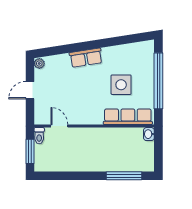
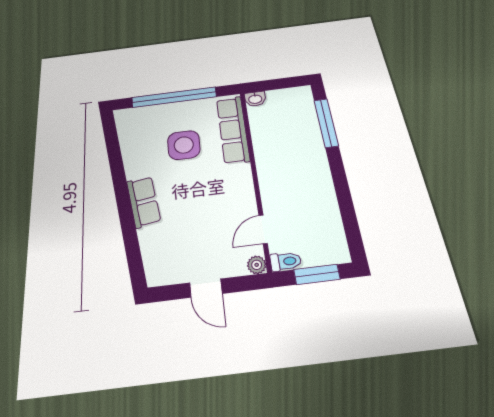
plant: (39, 63) -> (257, 265), moved

